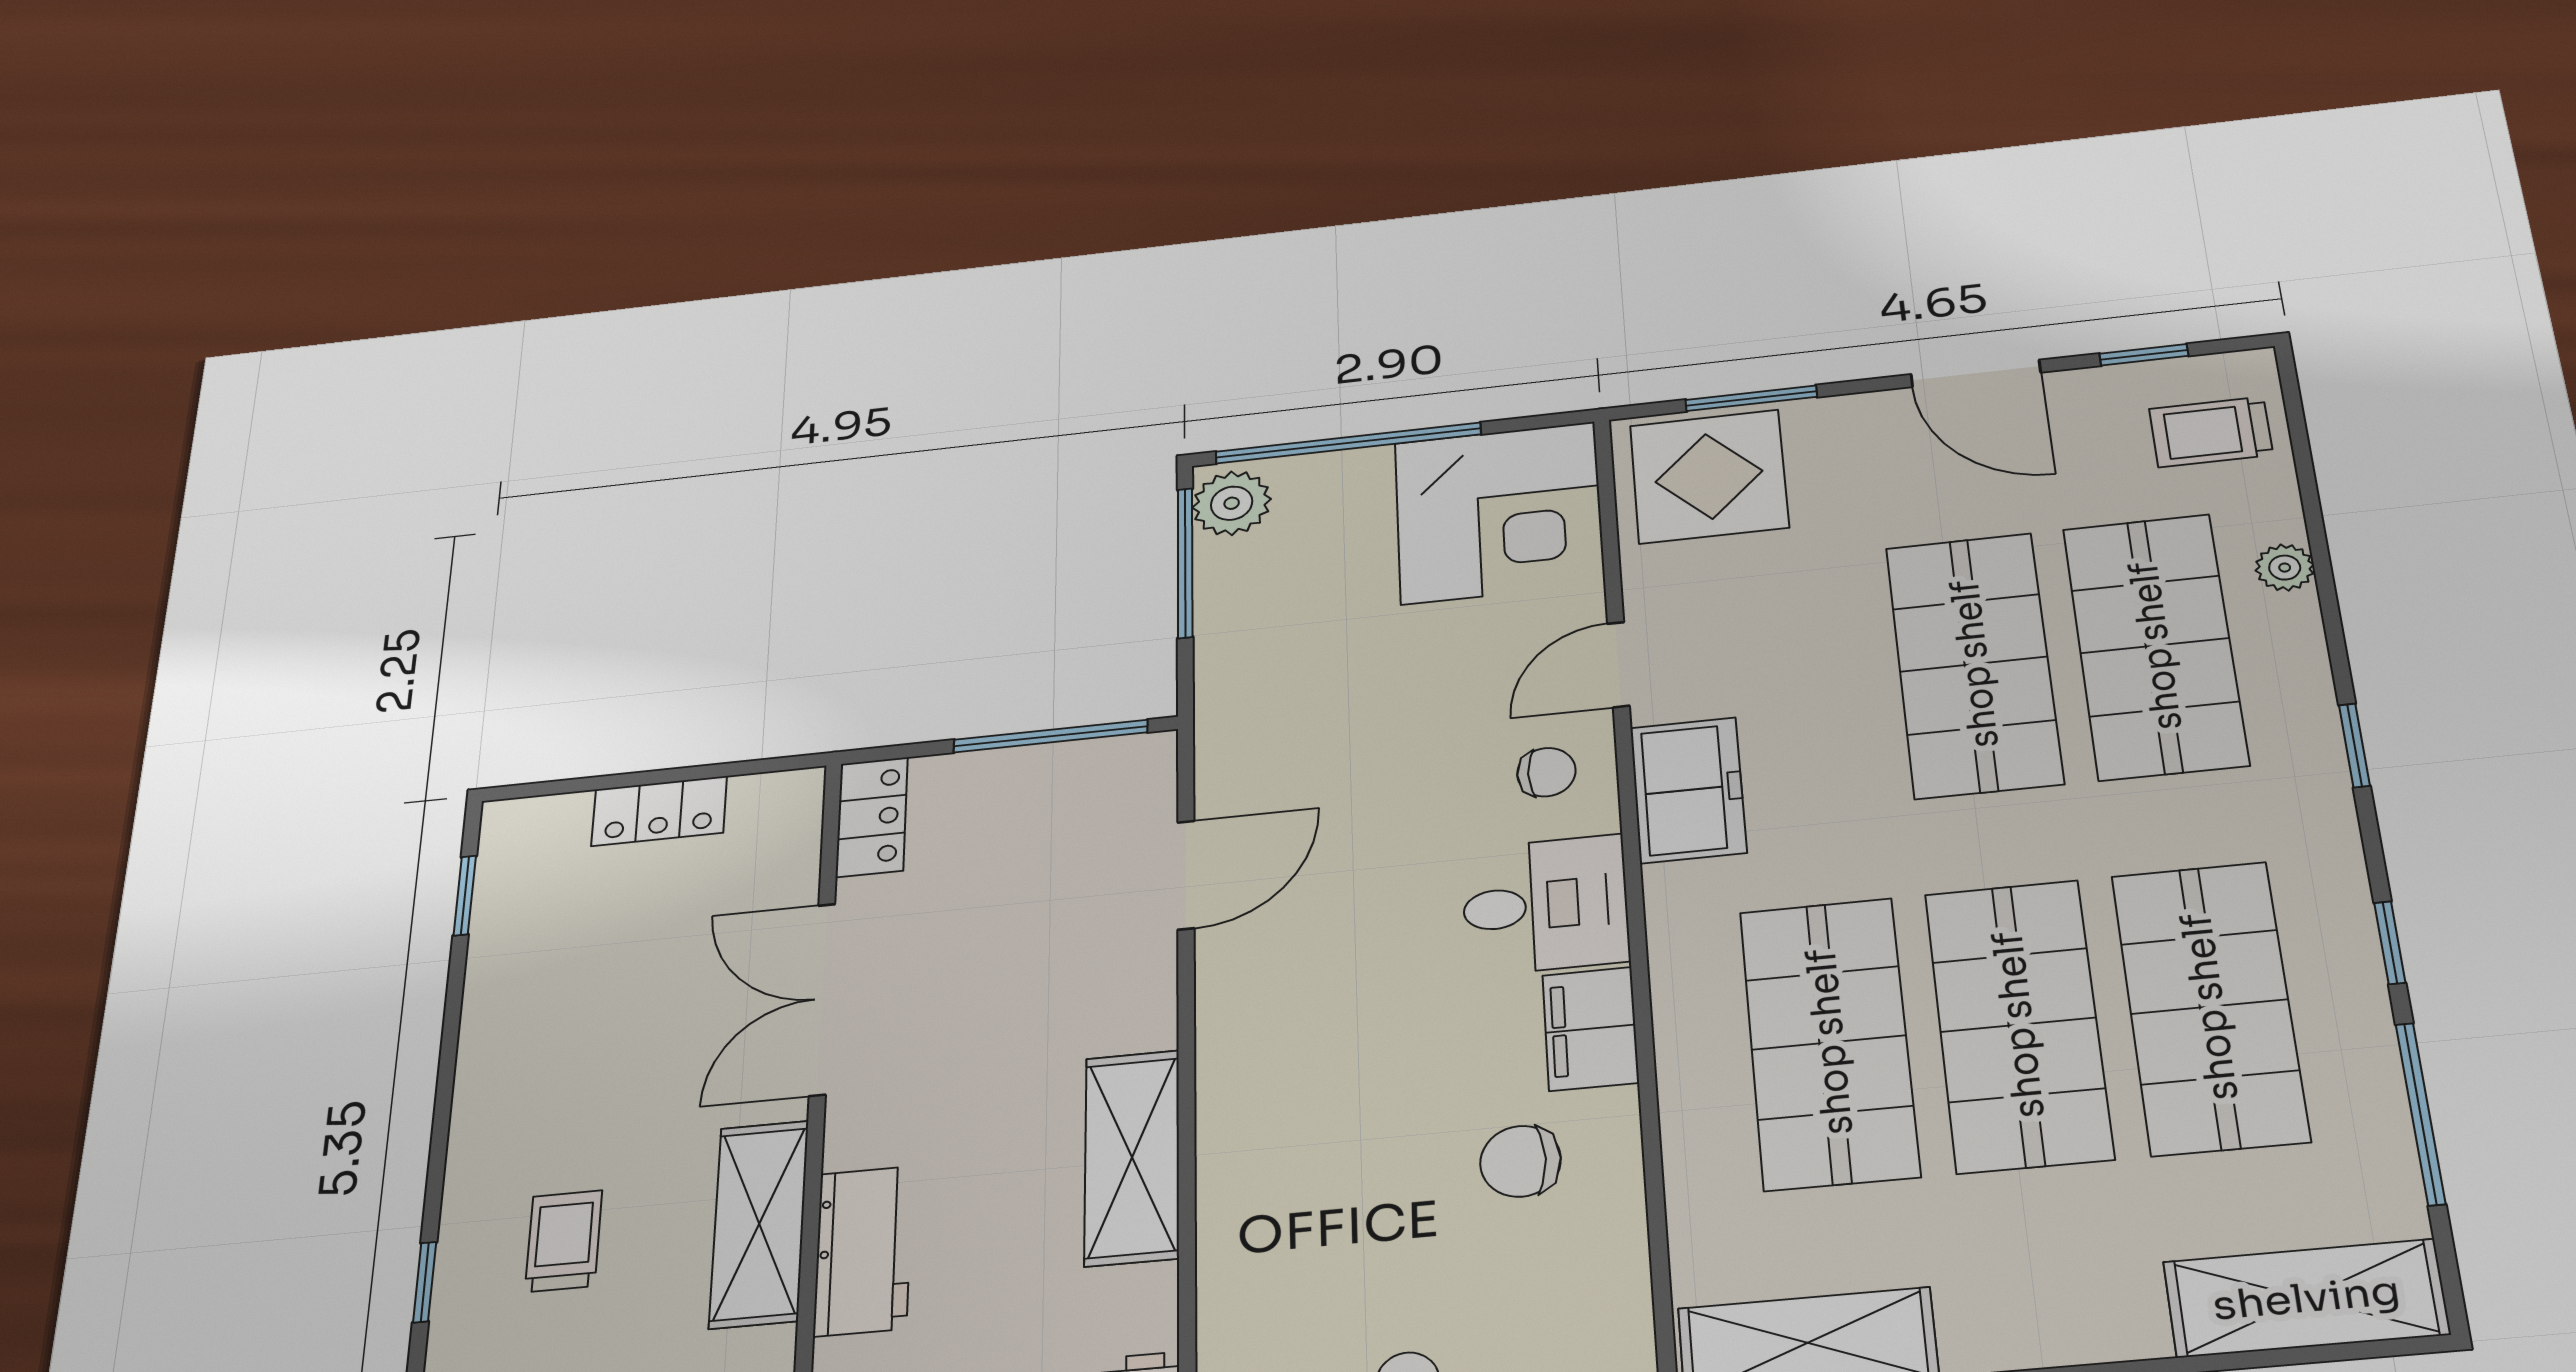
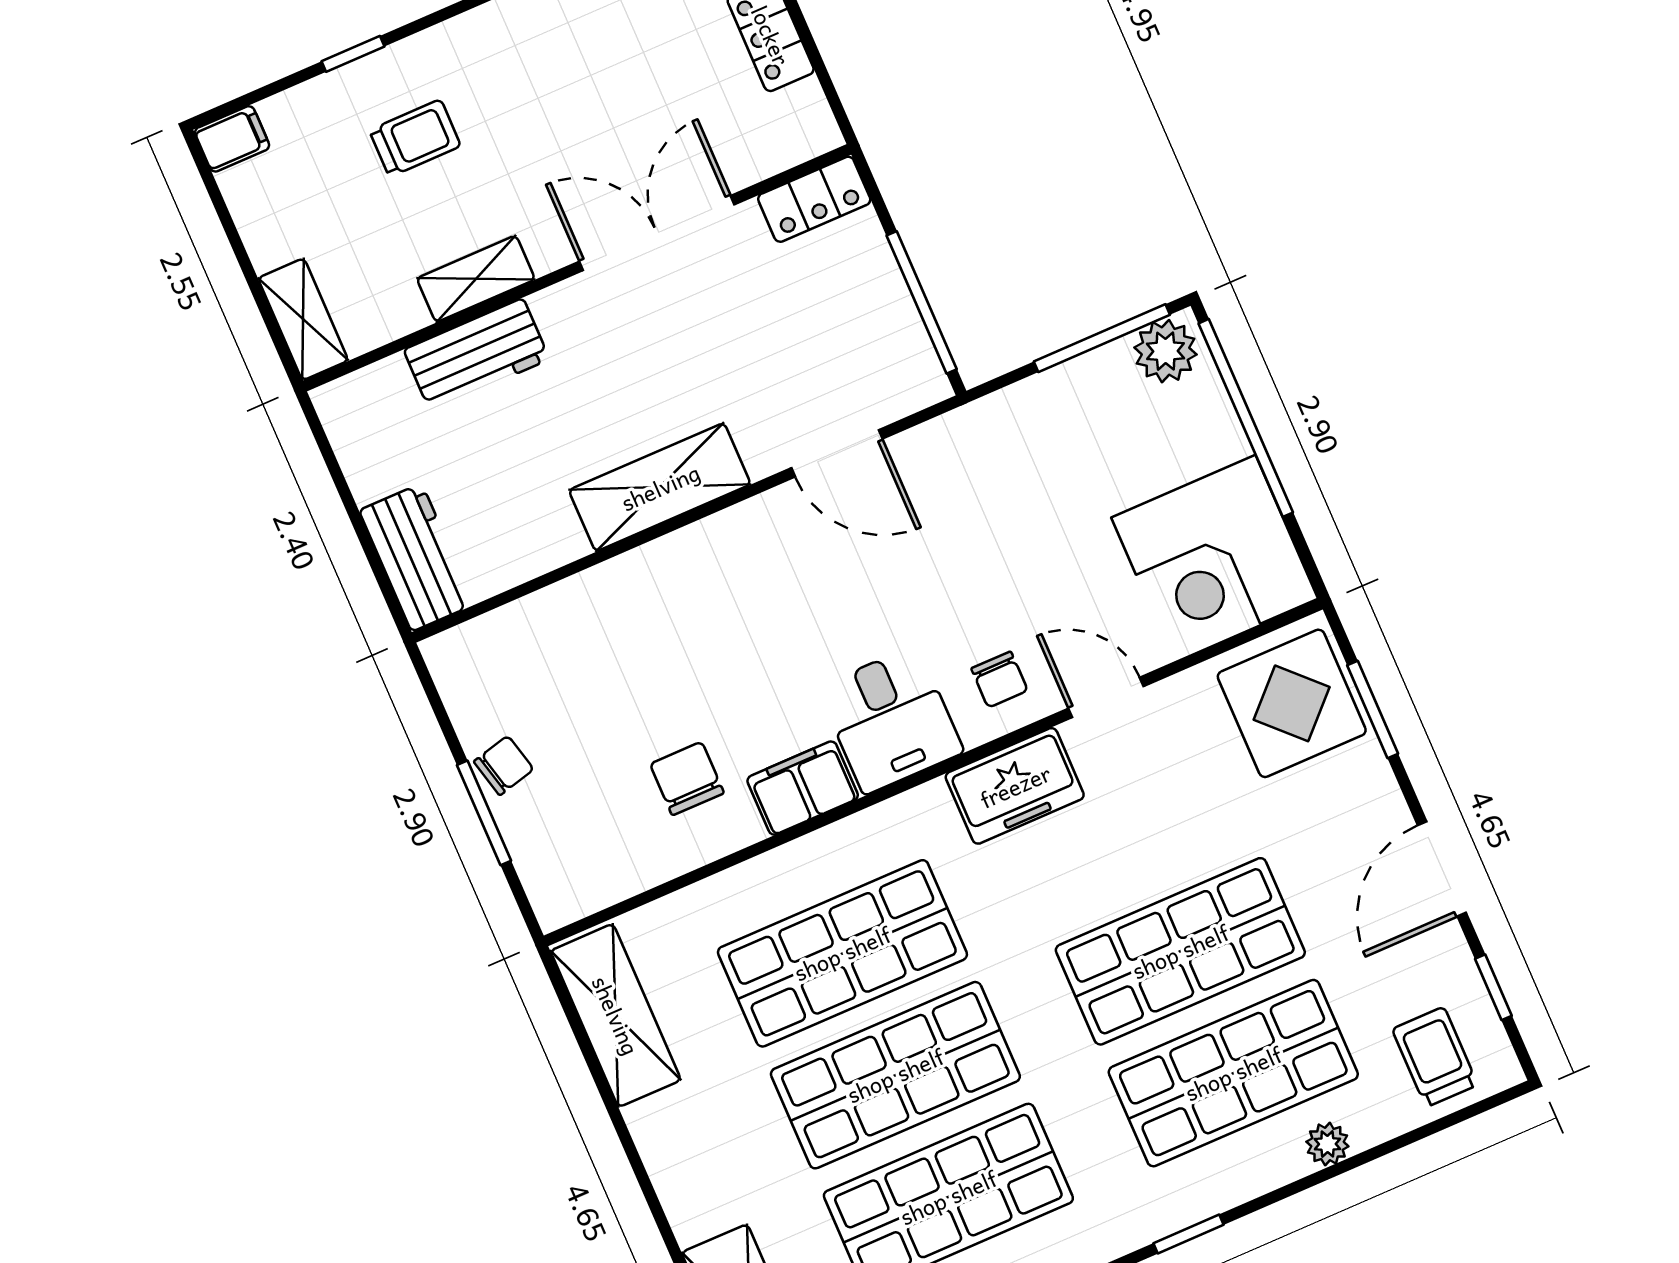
shelving: (1132, 1157) -> (660, 487), moved
shelving: (759, 1224) -> (476, 279), width x0.67, depth x0.75

